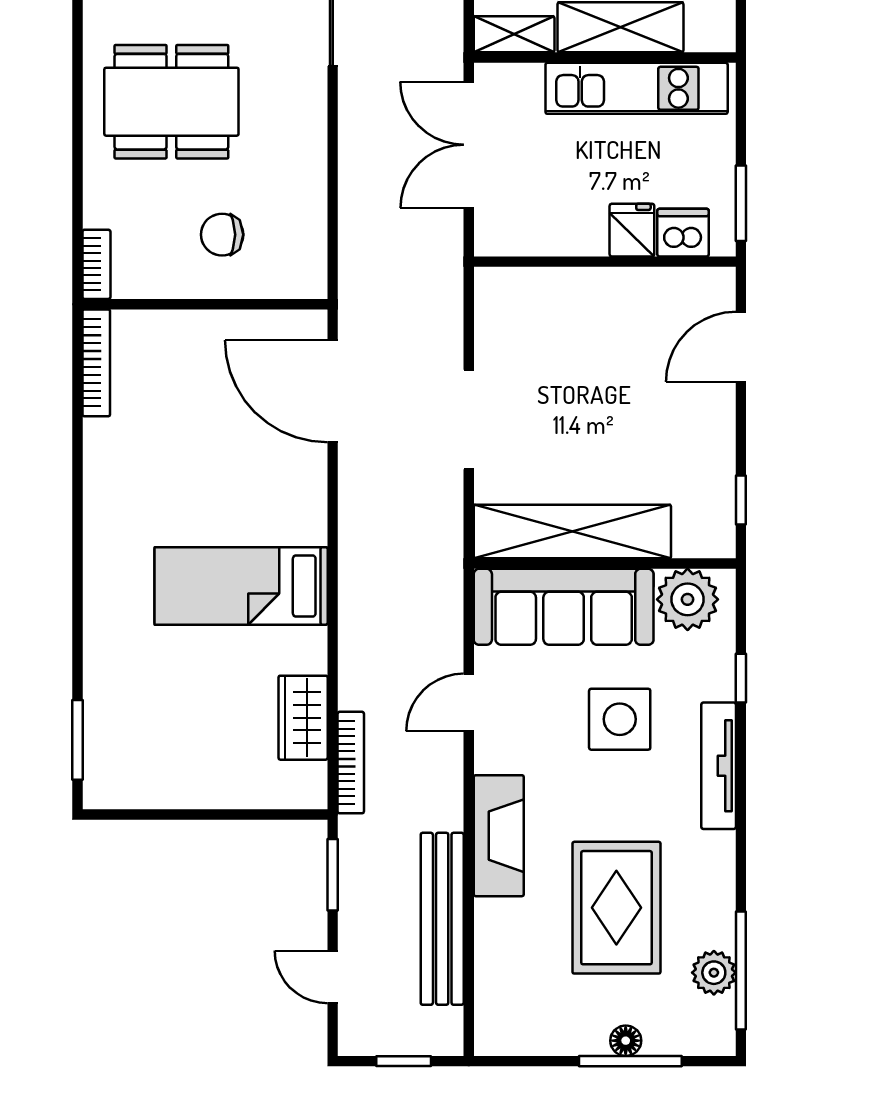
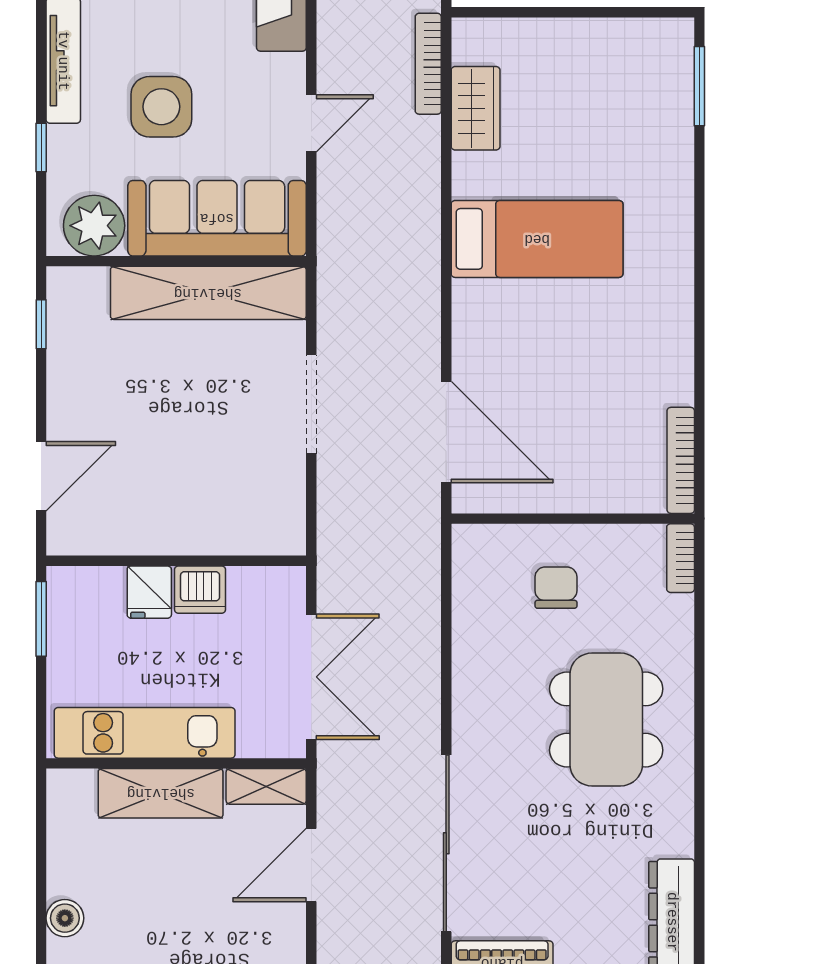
dining table: (171, 102) -> (606, 720), turned 90
dishwasher: (683, 233) -> (200, 590), moved
chair: (222, 235) -> (556, 588), turned -90

